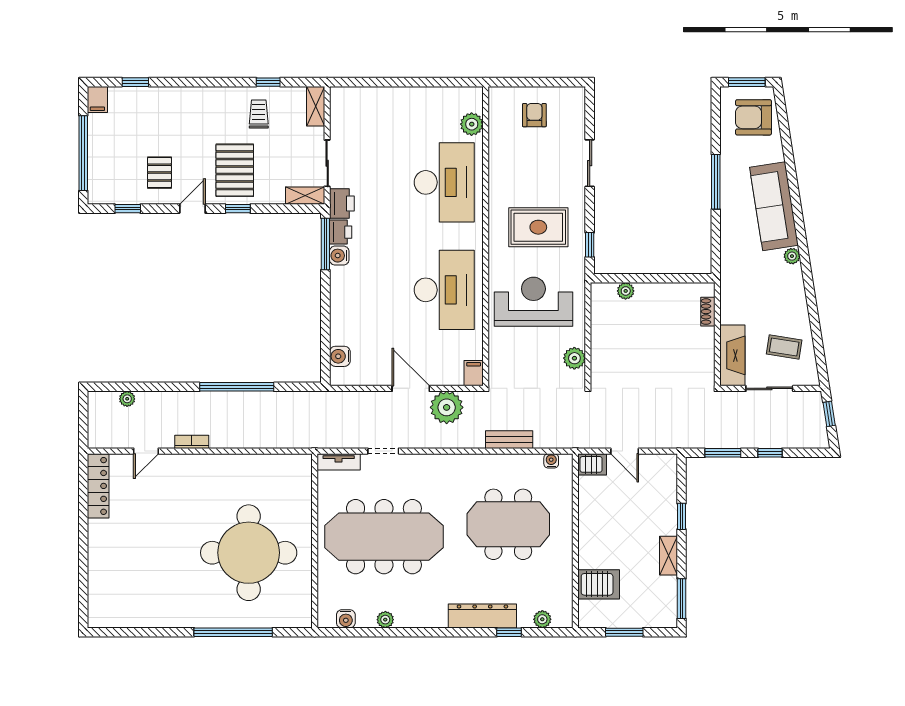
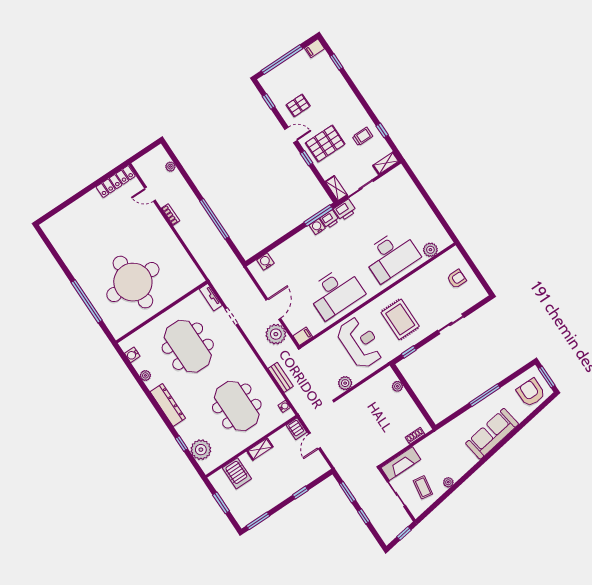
plant: (792, 256) -> (448, 482), moved
meeting table: (384, 537) -> (188, 346), width x0.73
shelving: (668, 556) -> (260, 449), moved
dresser: (482, 616) -> (168, 405), moved
plant: (542, 619) -> (201, 450), width x1.88, depth x1.88

